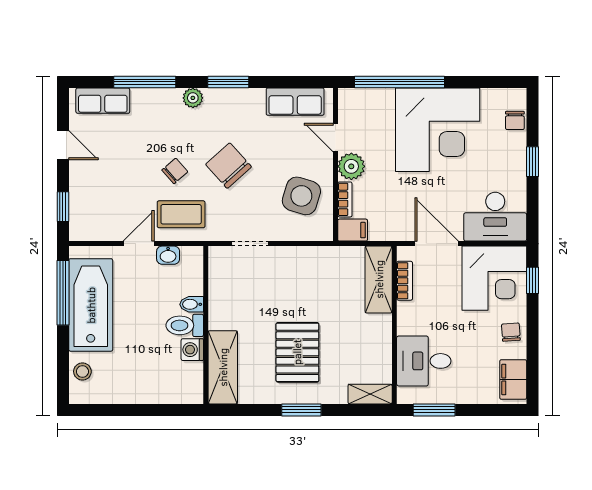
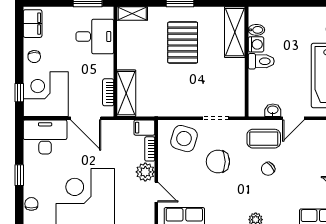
chair: (229, 166) -> (218, 162), moved, turned 132
side table: (301, 196) -> (184, 139), moved
bidet: (192, 304) -> (256, 30), moved

